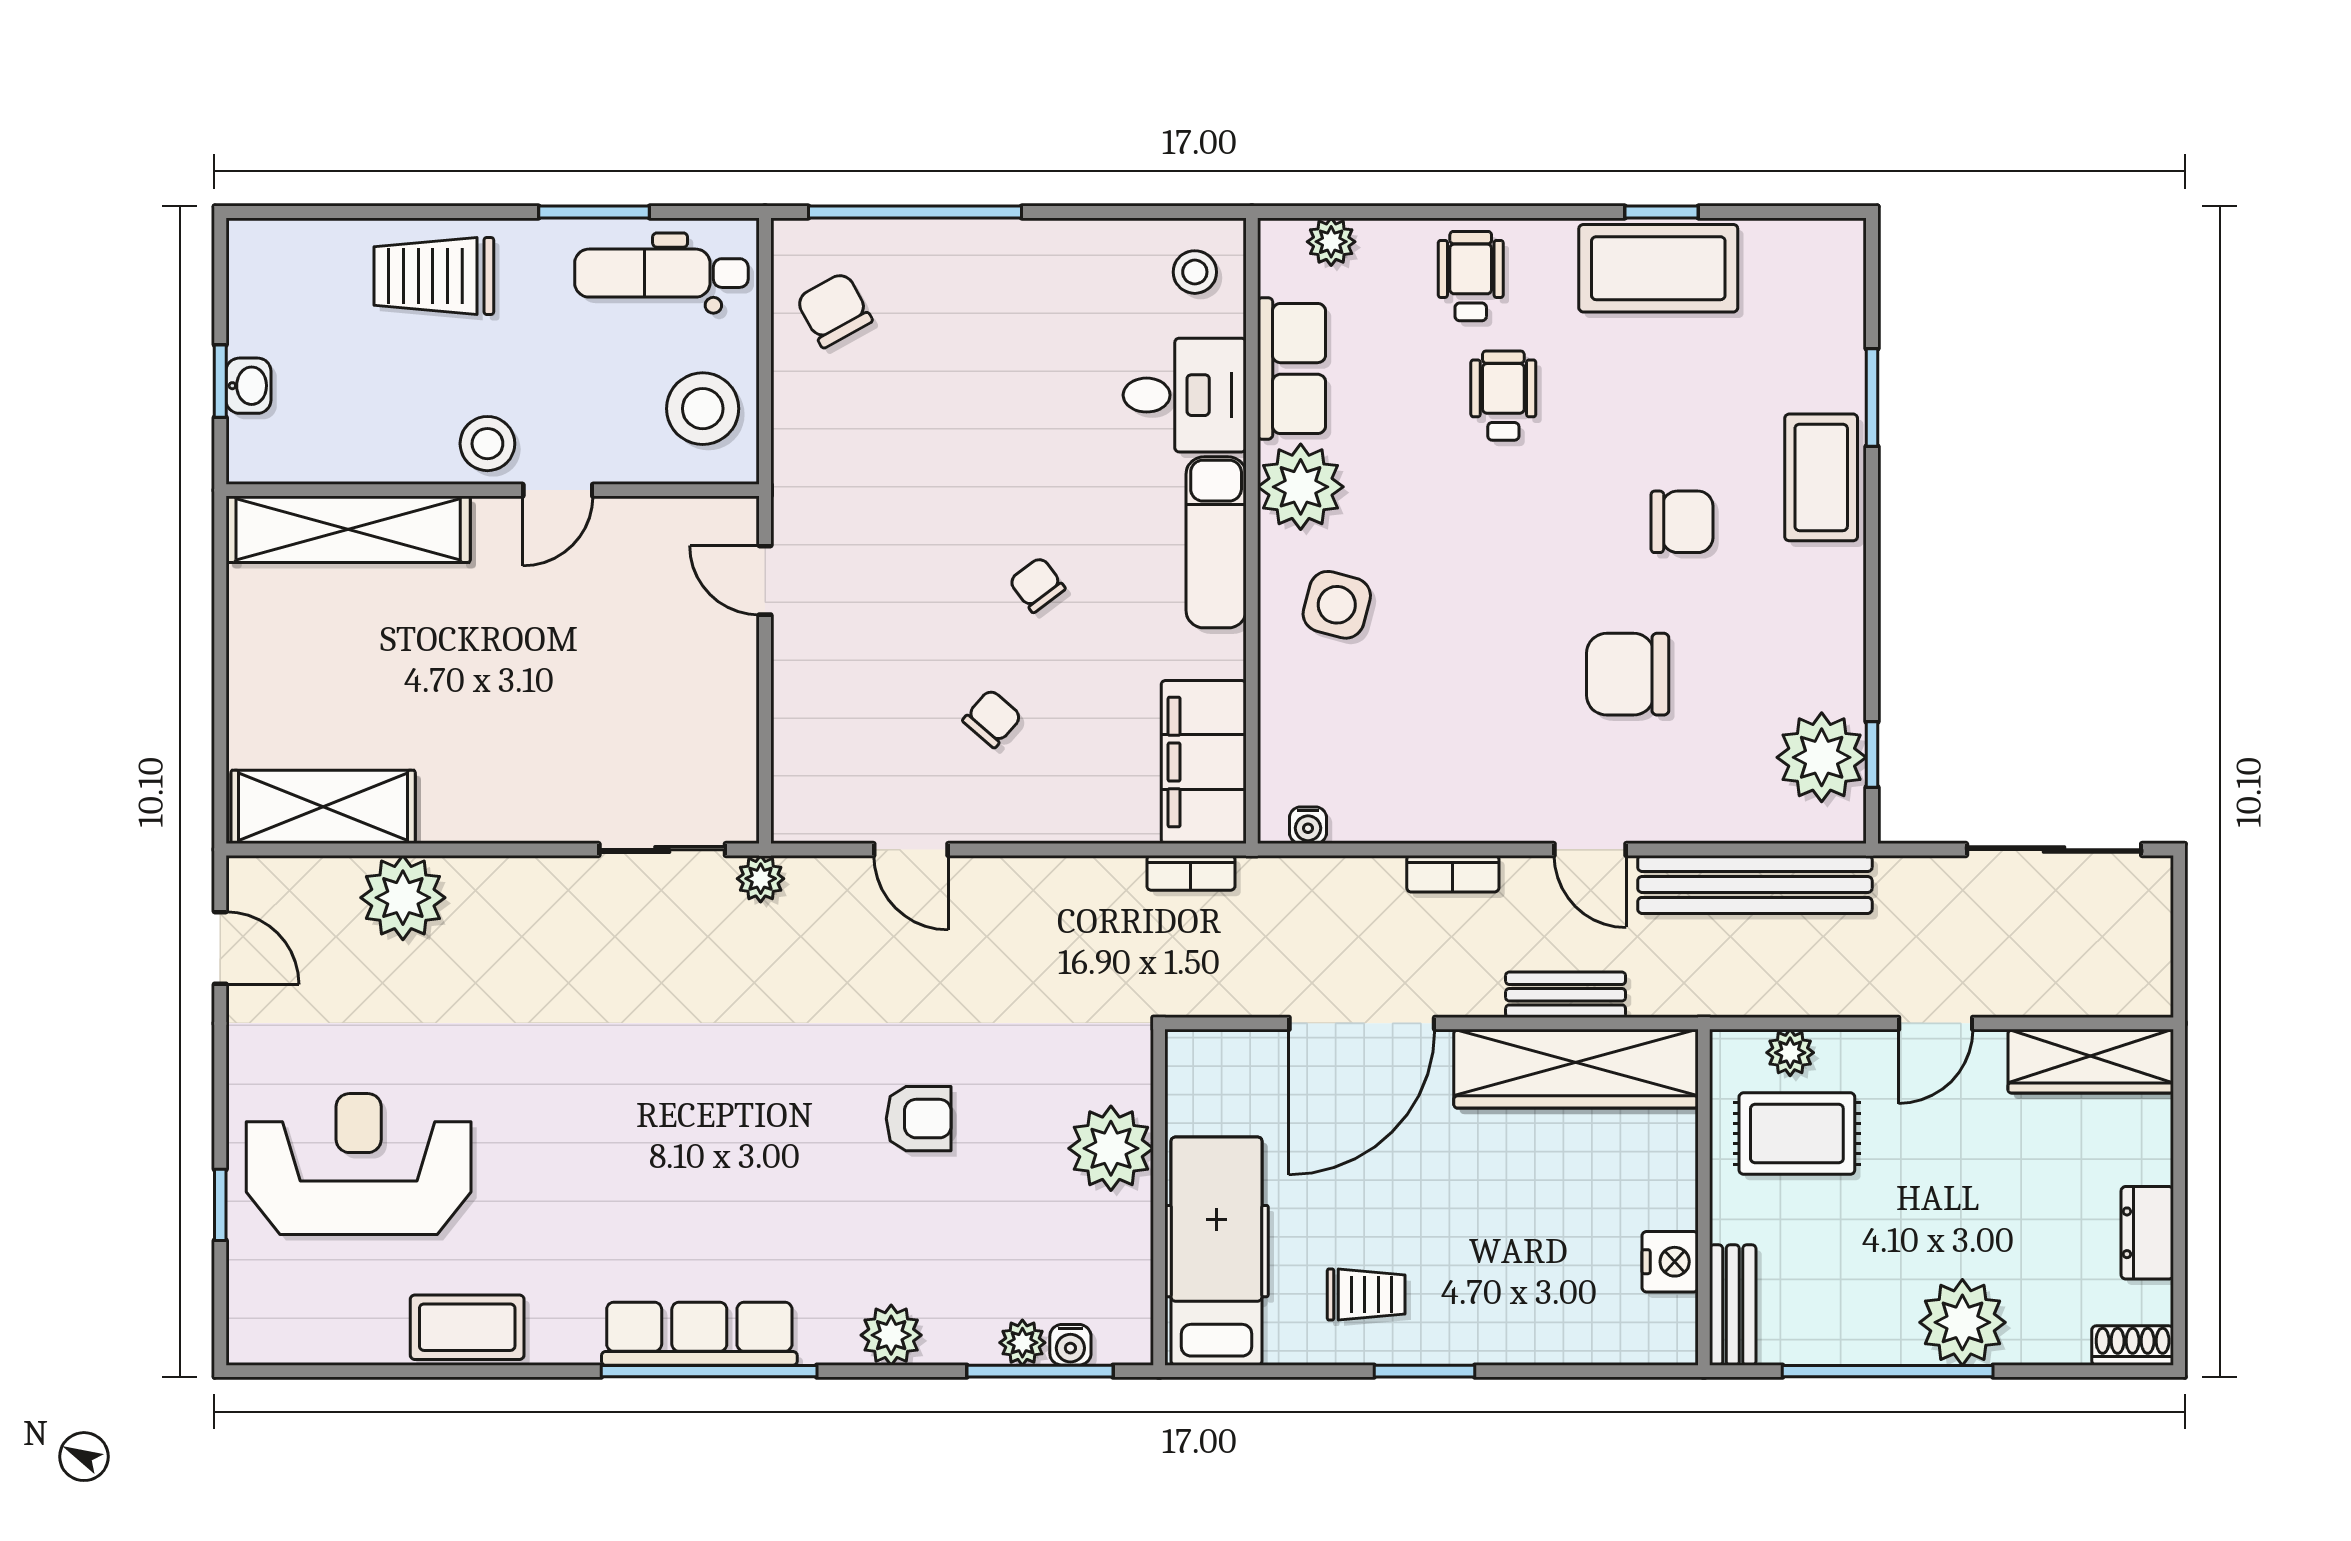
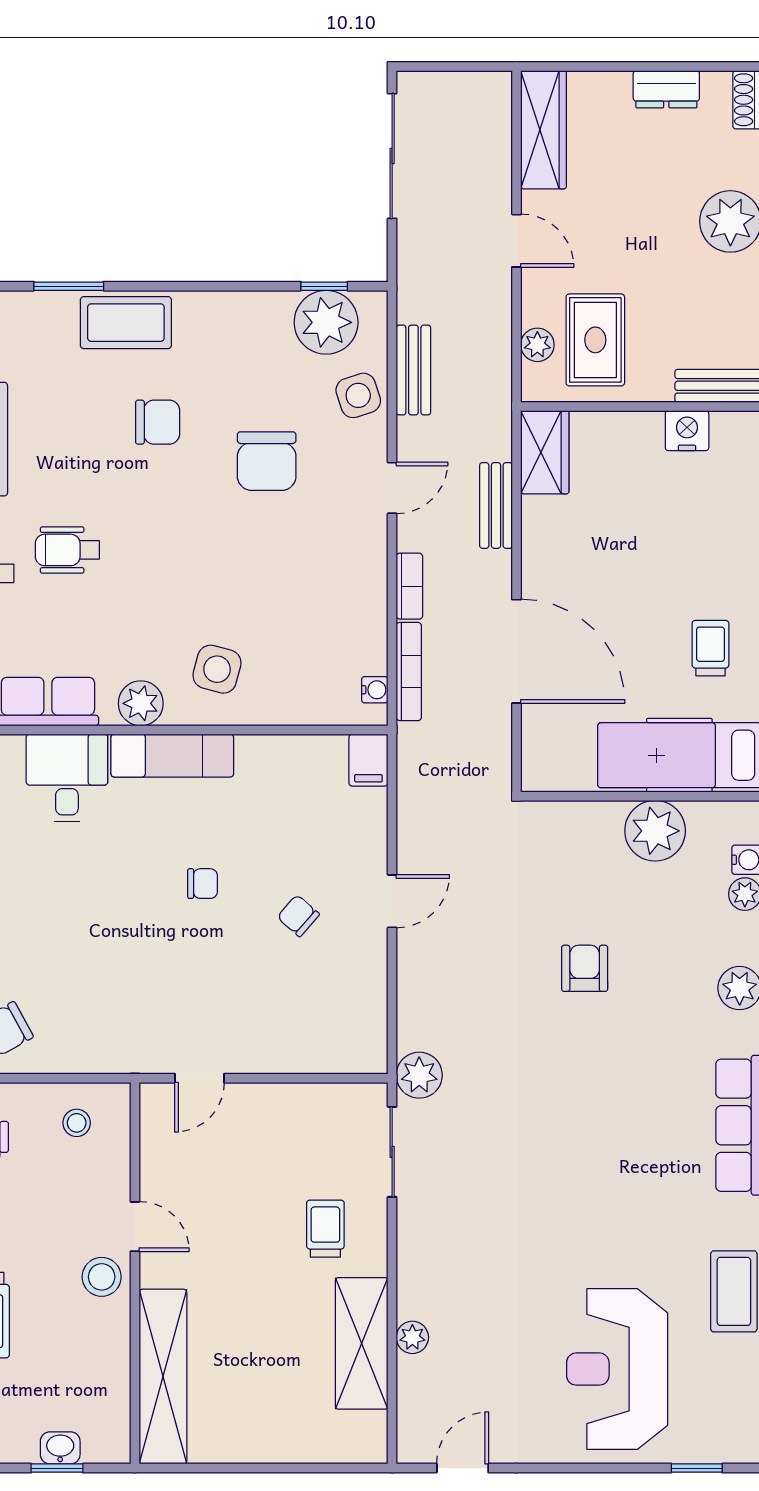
stool: (703, 409) -> (77, 1123), width x0.53, depth x0.53
plant: (1301, 487) -> (141, 703), width x0.73, depth x0.73
chair: (1682, 522) -> (158, 422), turned 90
chair: (1037, 585) -> (203, 884), turned -143
trolley: (555, 756) -> (325, 1229), added
filing cabinet: (1204, 762) -> (368, 760), width x0.33, depth x0.86
side table: (1719, 802) -> (358, 395), added
shelving: (323, 807) -> (362, 1343), moved
door: (911, 850) -> (392, 901), moved
bookcase: (1191, 873) -> (409, 671), moved, width x1.56
plant: (761, 879) -> (419, 1075), width x1.38, depth x1.38
bench: (1755, 884) -> (413, 370), width x0.54, depth x0.82
plant: (403, 898) -> (412, 1337), width x0.53, depth x0.53
wardrobe: (1576, 1069) -> (545, 452), width x0.48, depth x0.85
plant: (1111, 1148) -> (655, 831), moved
window: (220, 1205) -> (697, 1468), moved

